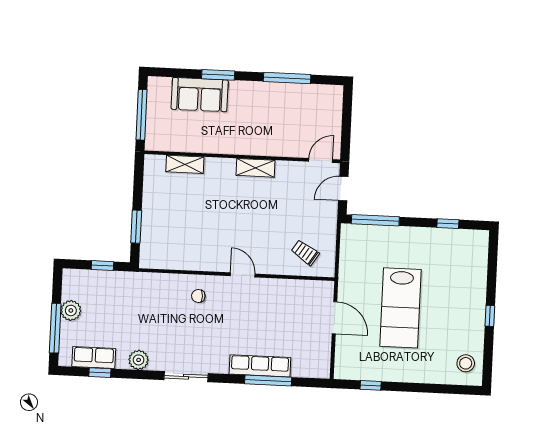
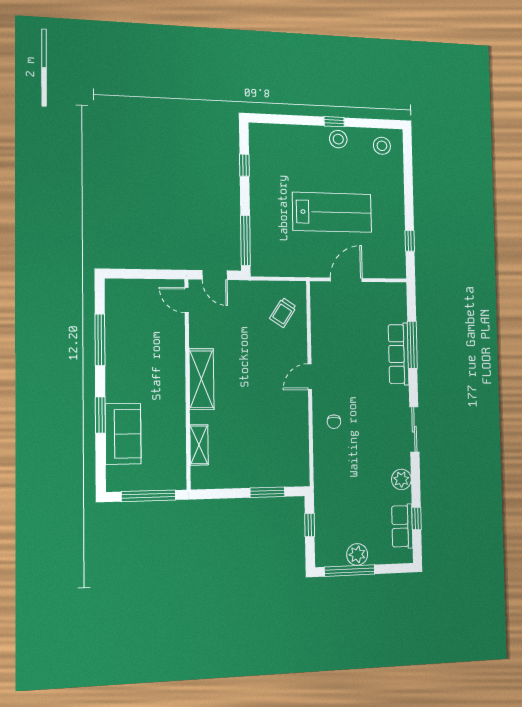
shelving: (255, 168) -> (201, 379), width x1.50, depth x1.33
stool: (473, 319) -> (338, 139), added
window: (55, 328) -> (350, 571), moved

